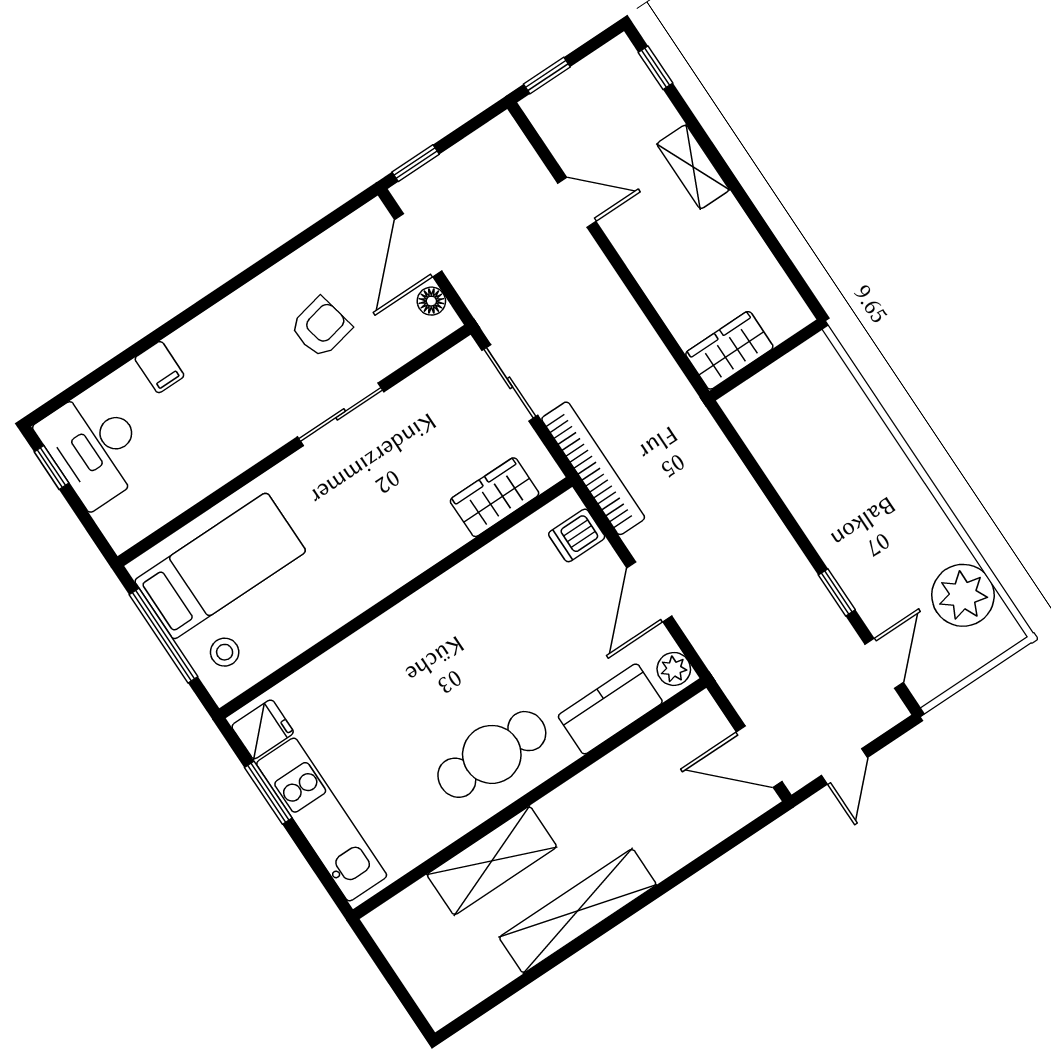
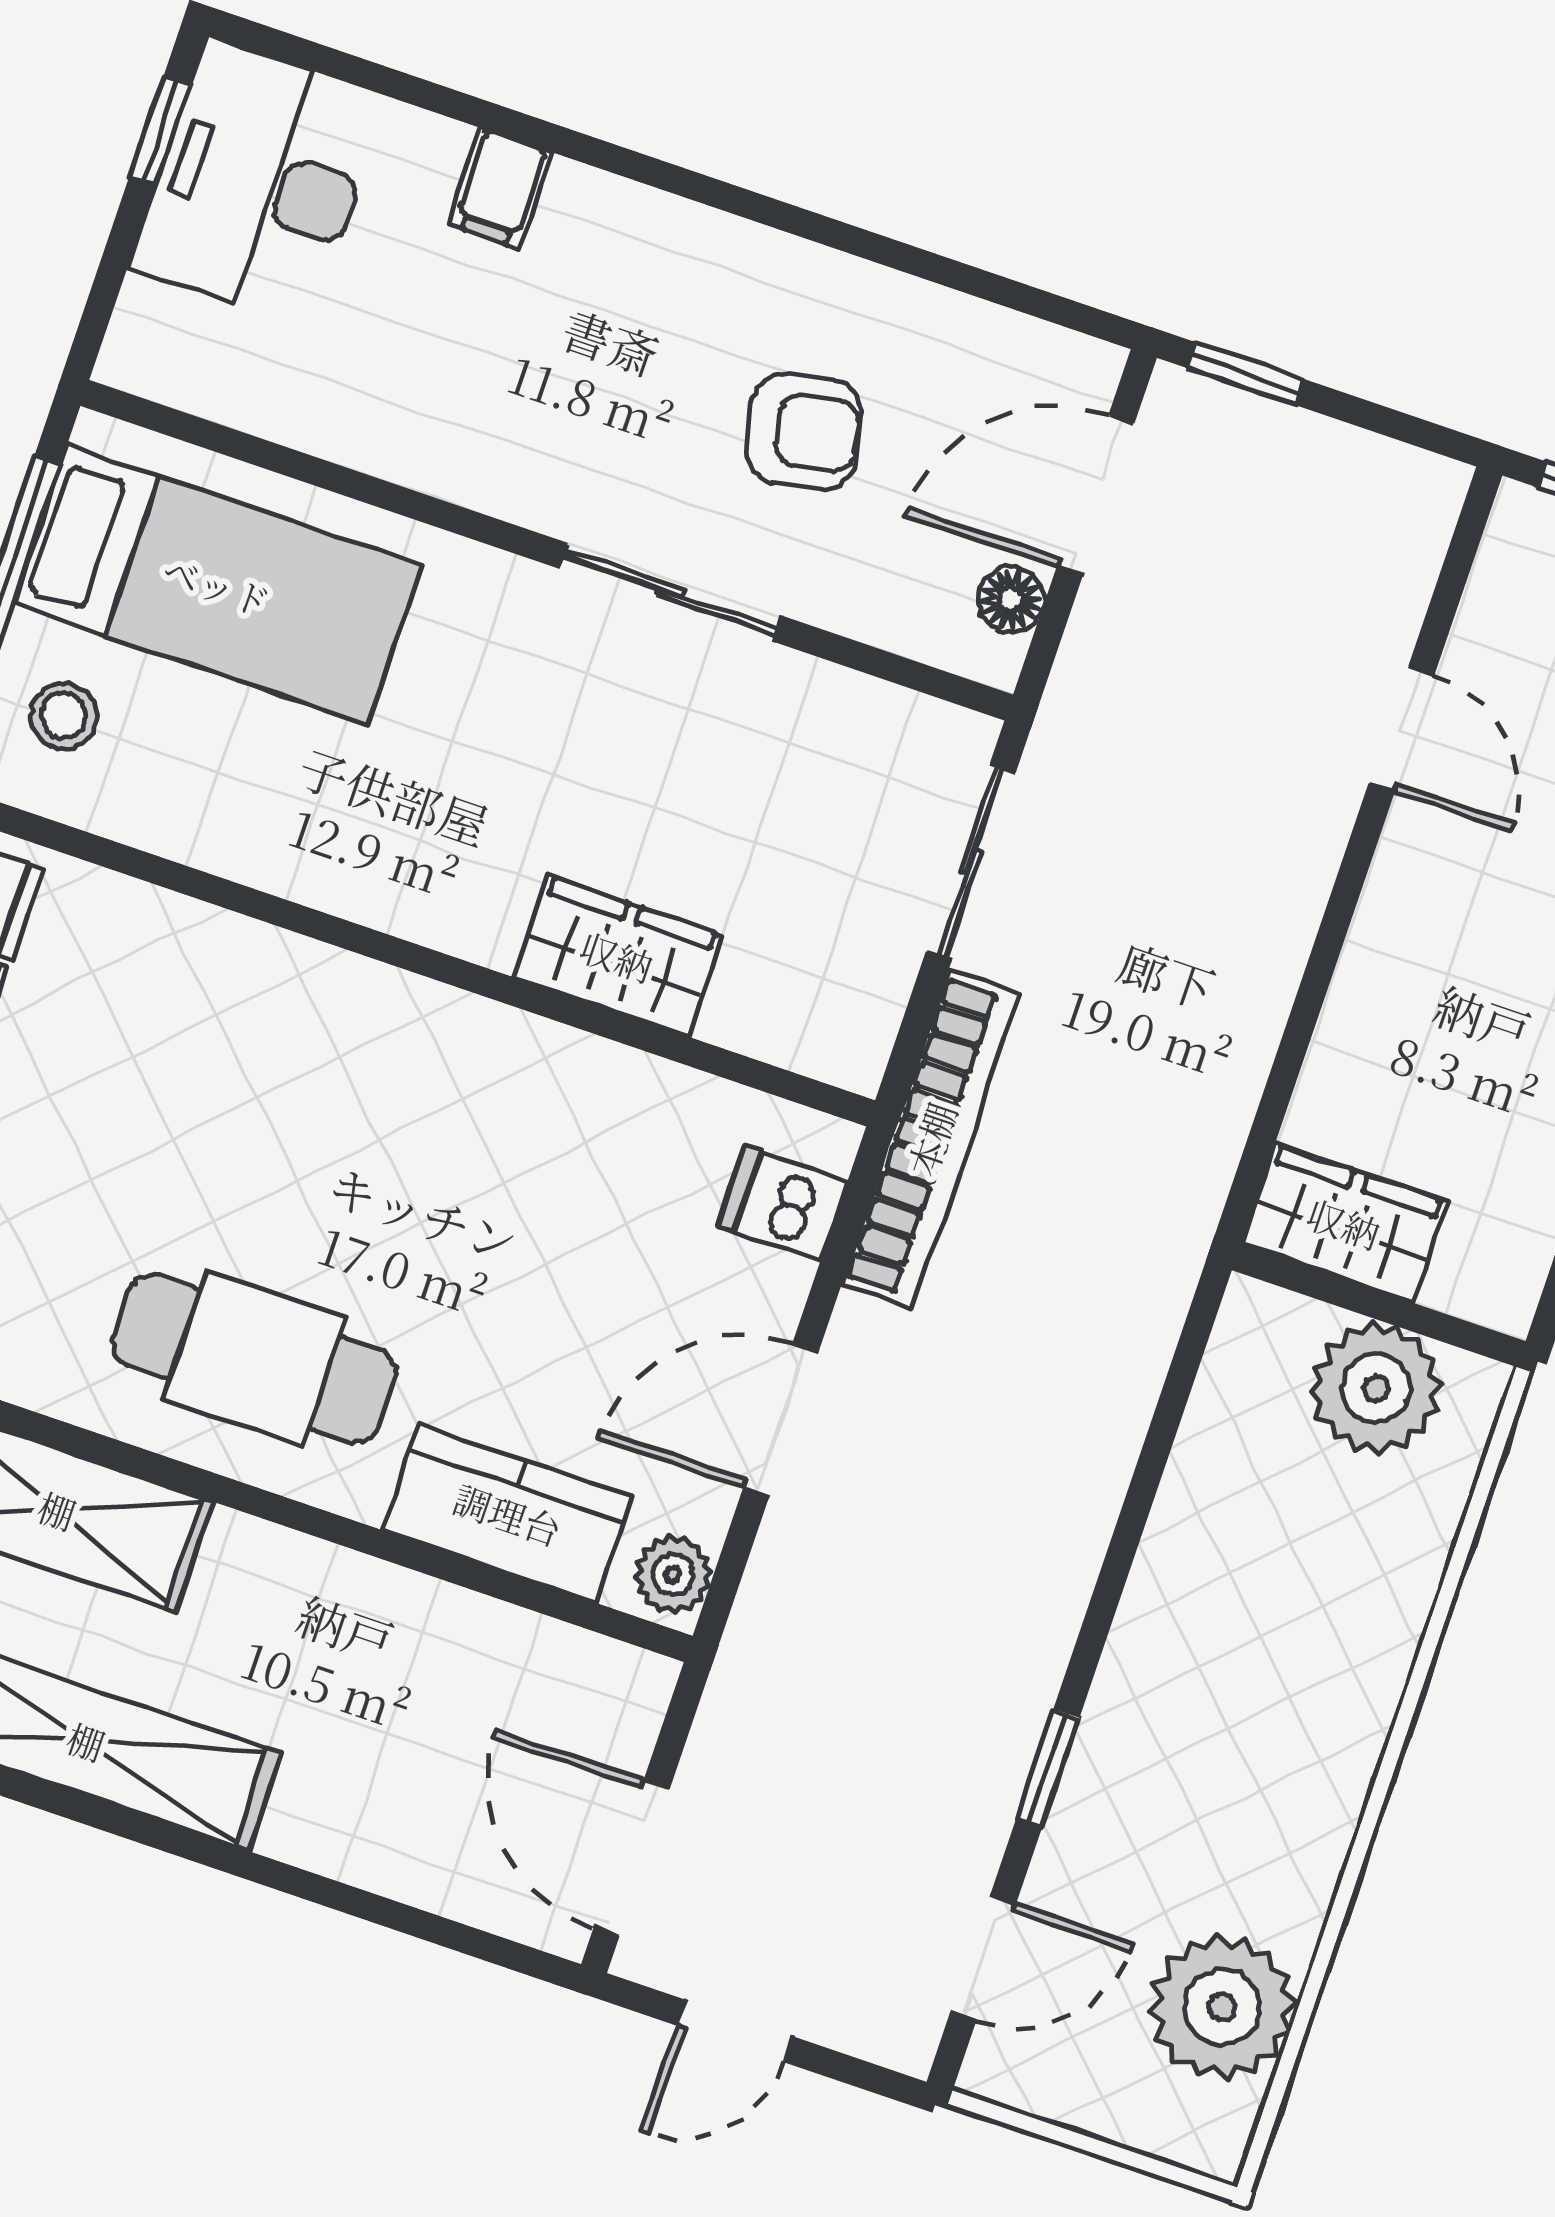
plant: (793, 382) -> (1376, 1389), added
wardrobe: (495, 497) -> (617, 956), moved

